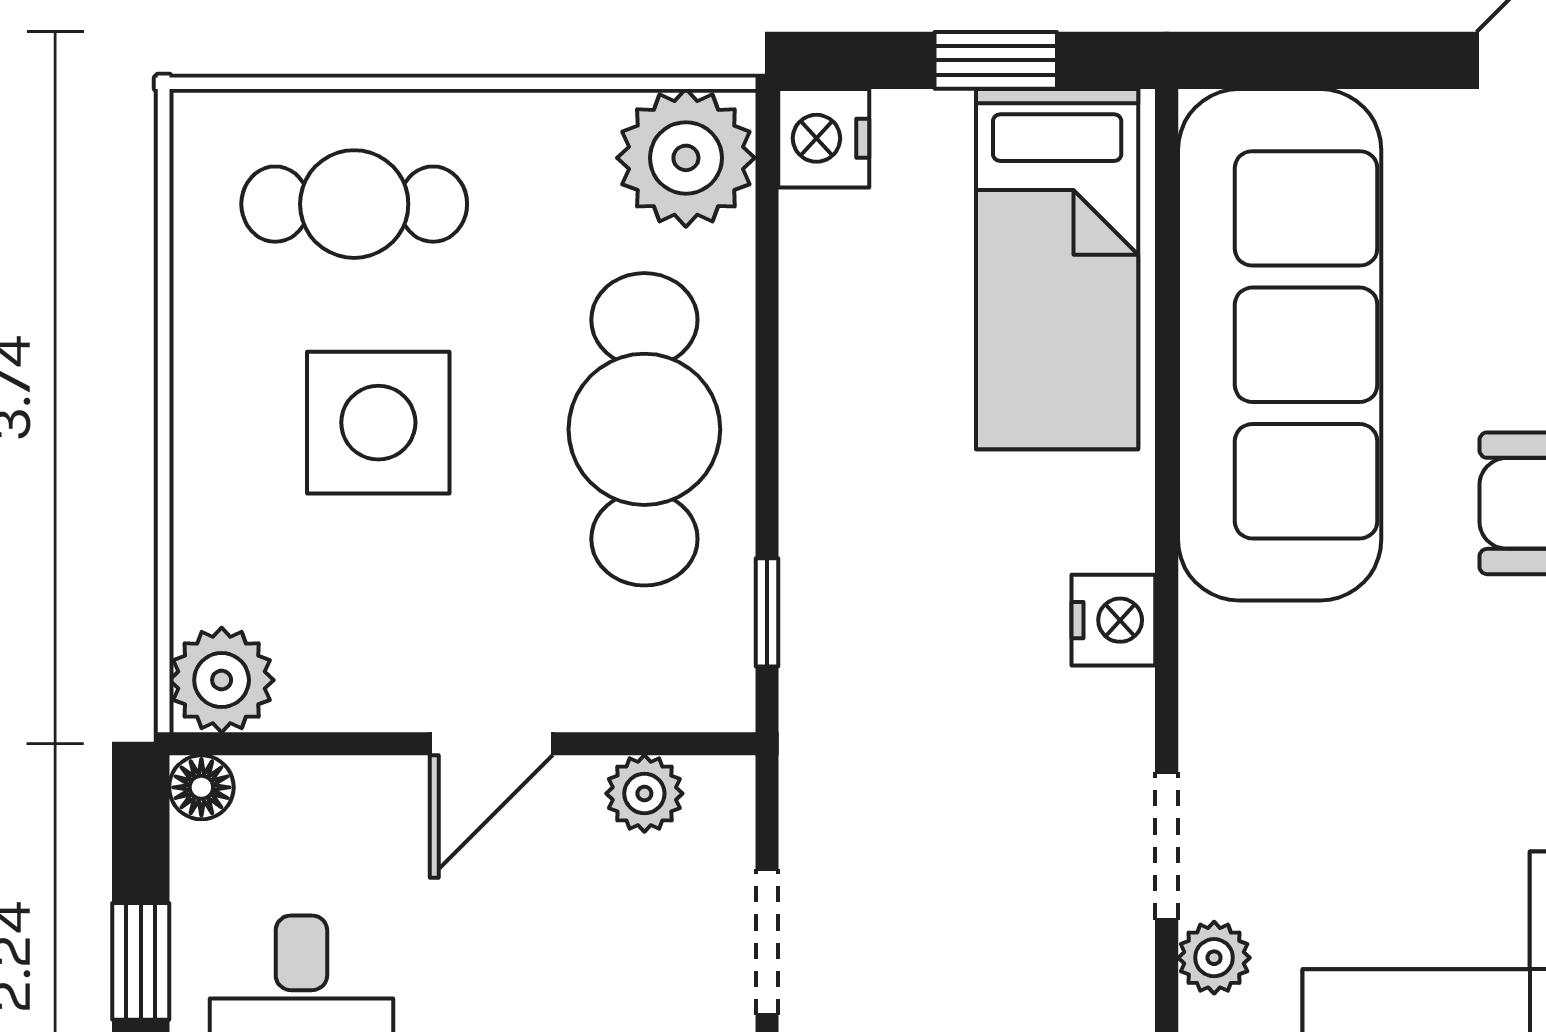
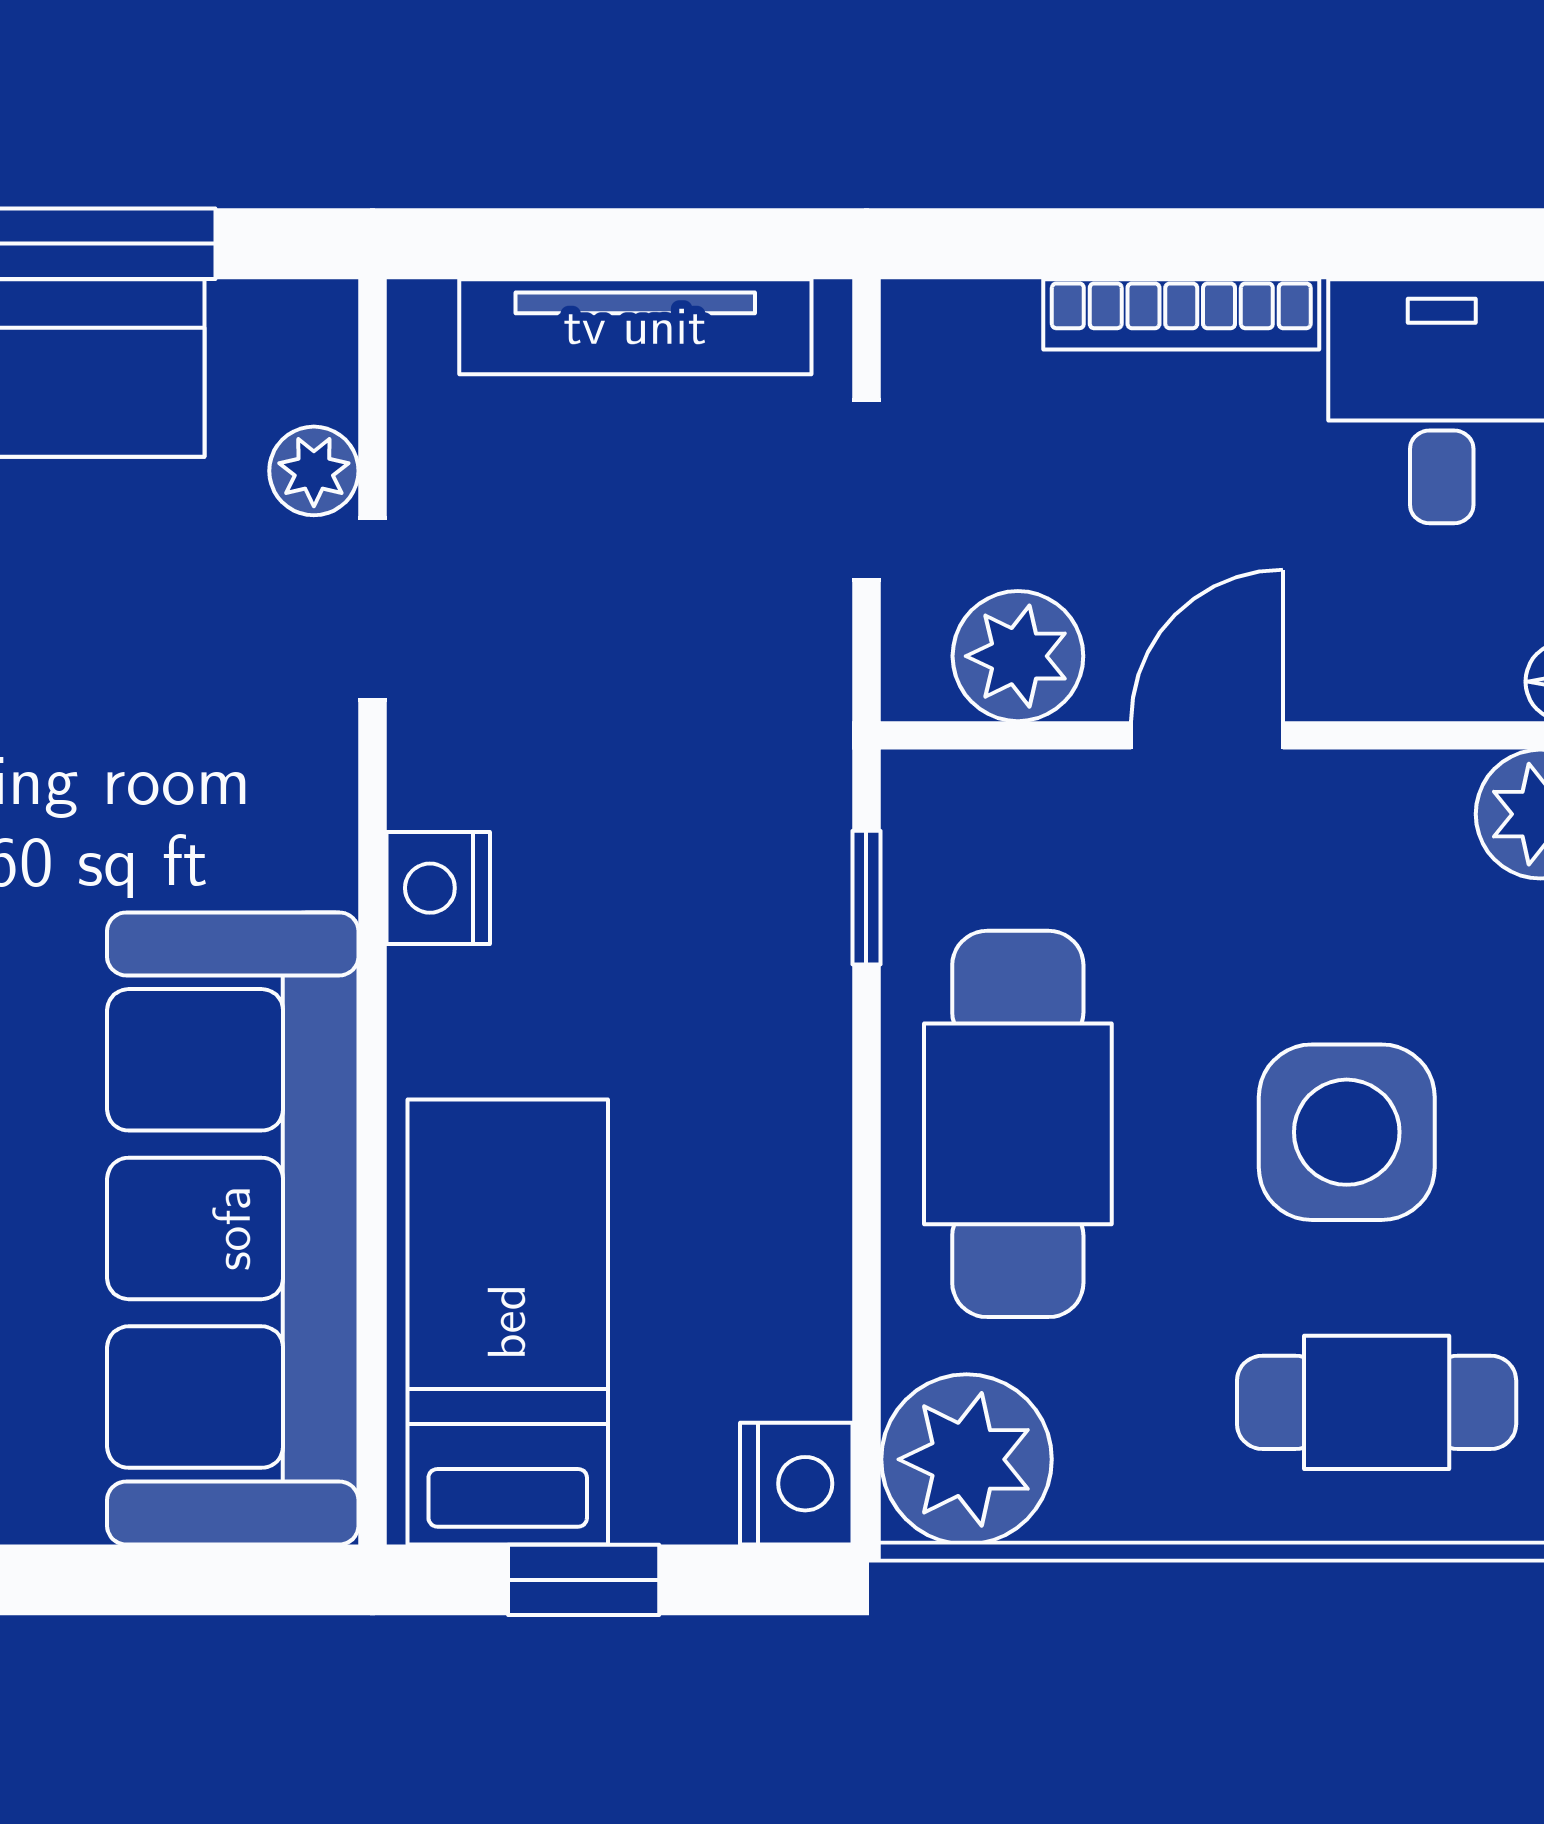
plant: (644, 793) -> (1018, 656), width x1.38, depth x1.38

